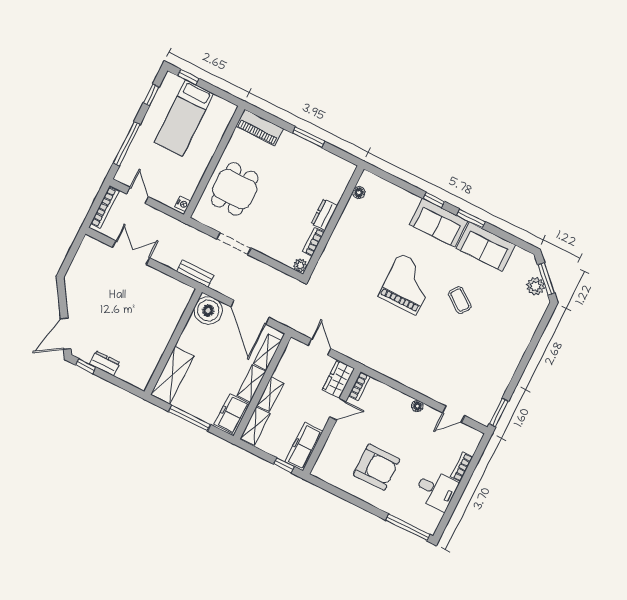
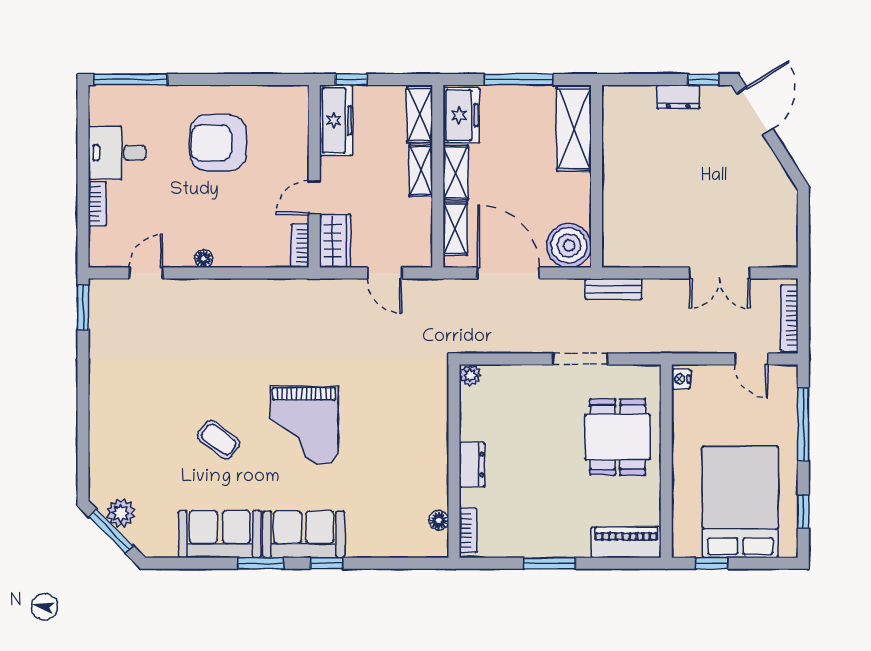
window: (188, 77) -> (711, 563), moved
bed: (184, 118) -> (740, 502), width x1.50
bookcase: (313, 242) -> (468, 531), moved

